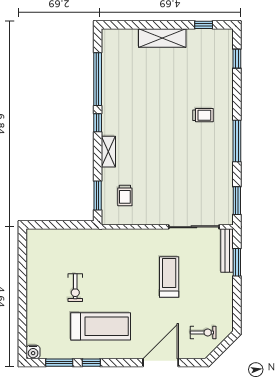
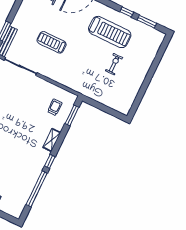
treadmill: (169, 277) -> (52, 42), turned 90
treadmill: (101, 326) -> (110, 32), turned 180
water cooler: (33, 352) -> (160, 36), removed

